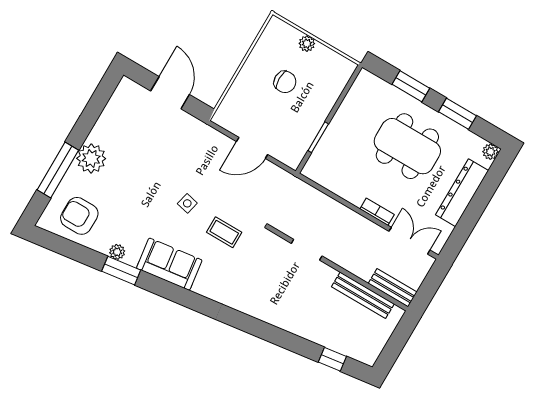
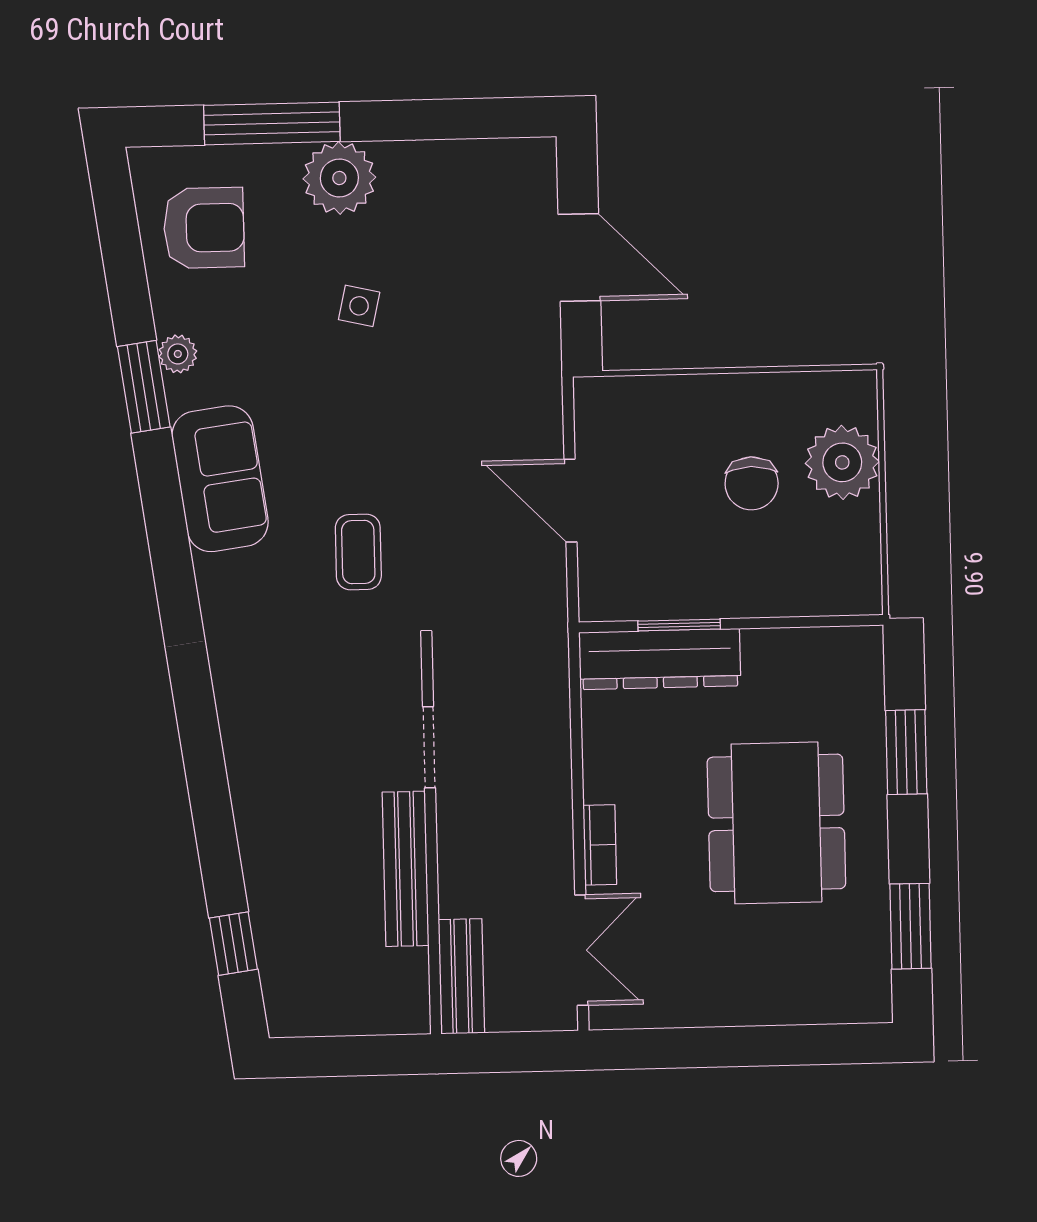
plant: (307, 44) -> (842, 462), width x1.87, depth x1.87
door: (170, 93) -> (579, 258), hinge flipped
window: (458, 114) -> (910, 926), moved
plant: (490, 152) -> (873, 1004), removed
dresser: (462, 193) -> (660, 659), moved, turned 180
side table: (187, 203) -> (359, 306), moved
armchair: (79, 216) -> (204, 228), turned 90
bench: (363, 295) -> (406, 869), moved

